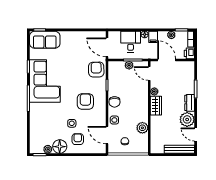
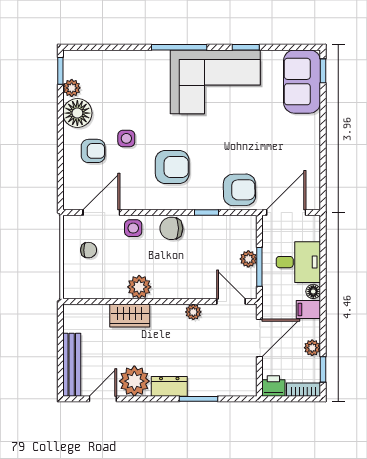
door: (149, 73) -> (231, 301), hinge flipped
wardrobe: (156, 106) -> (130, 316), moved
plant: (142, 128) -> (139, 287), moved

